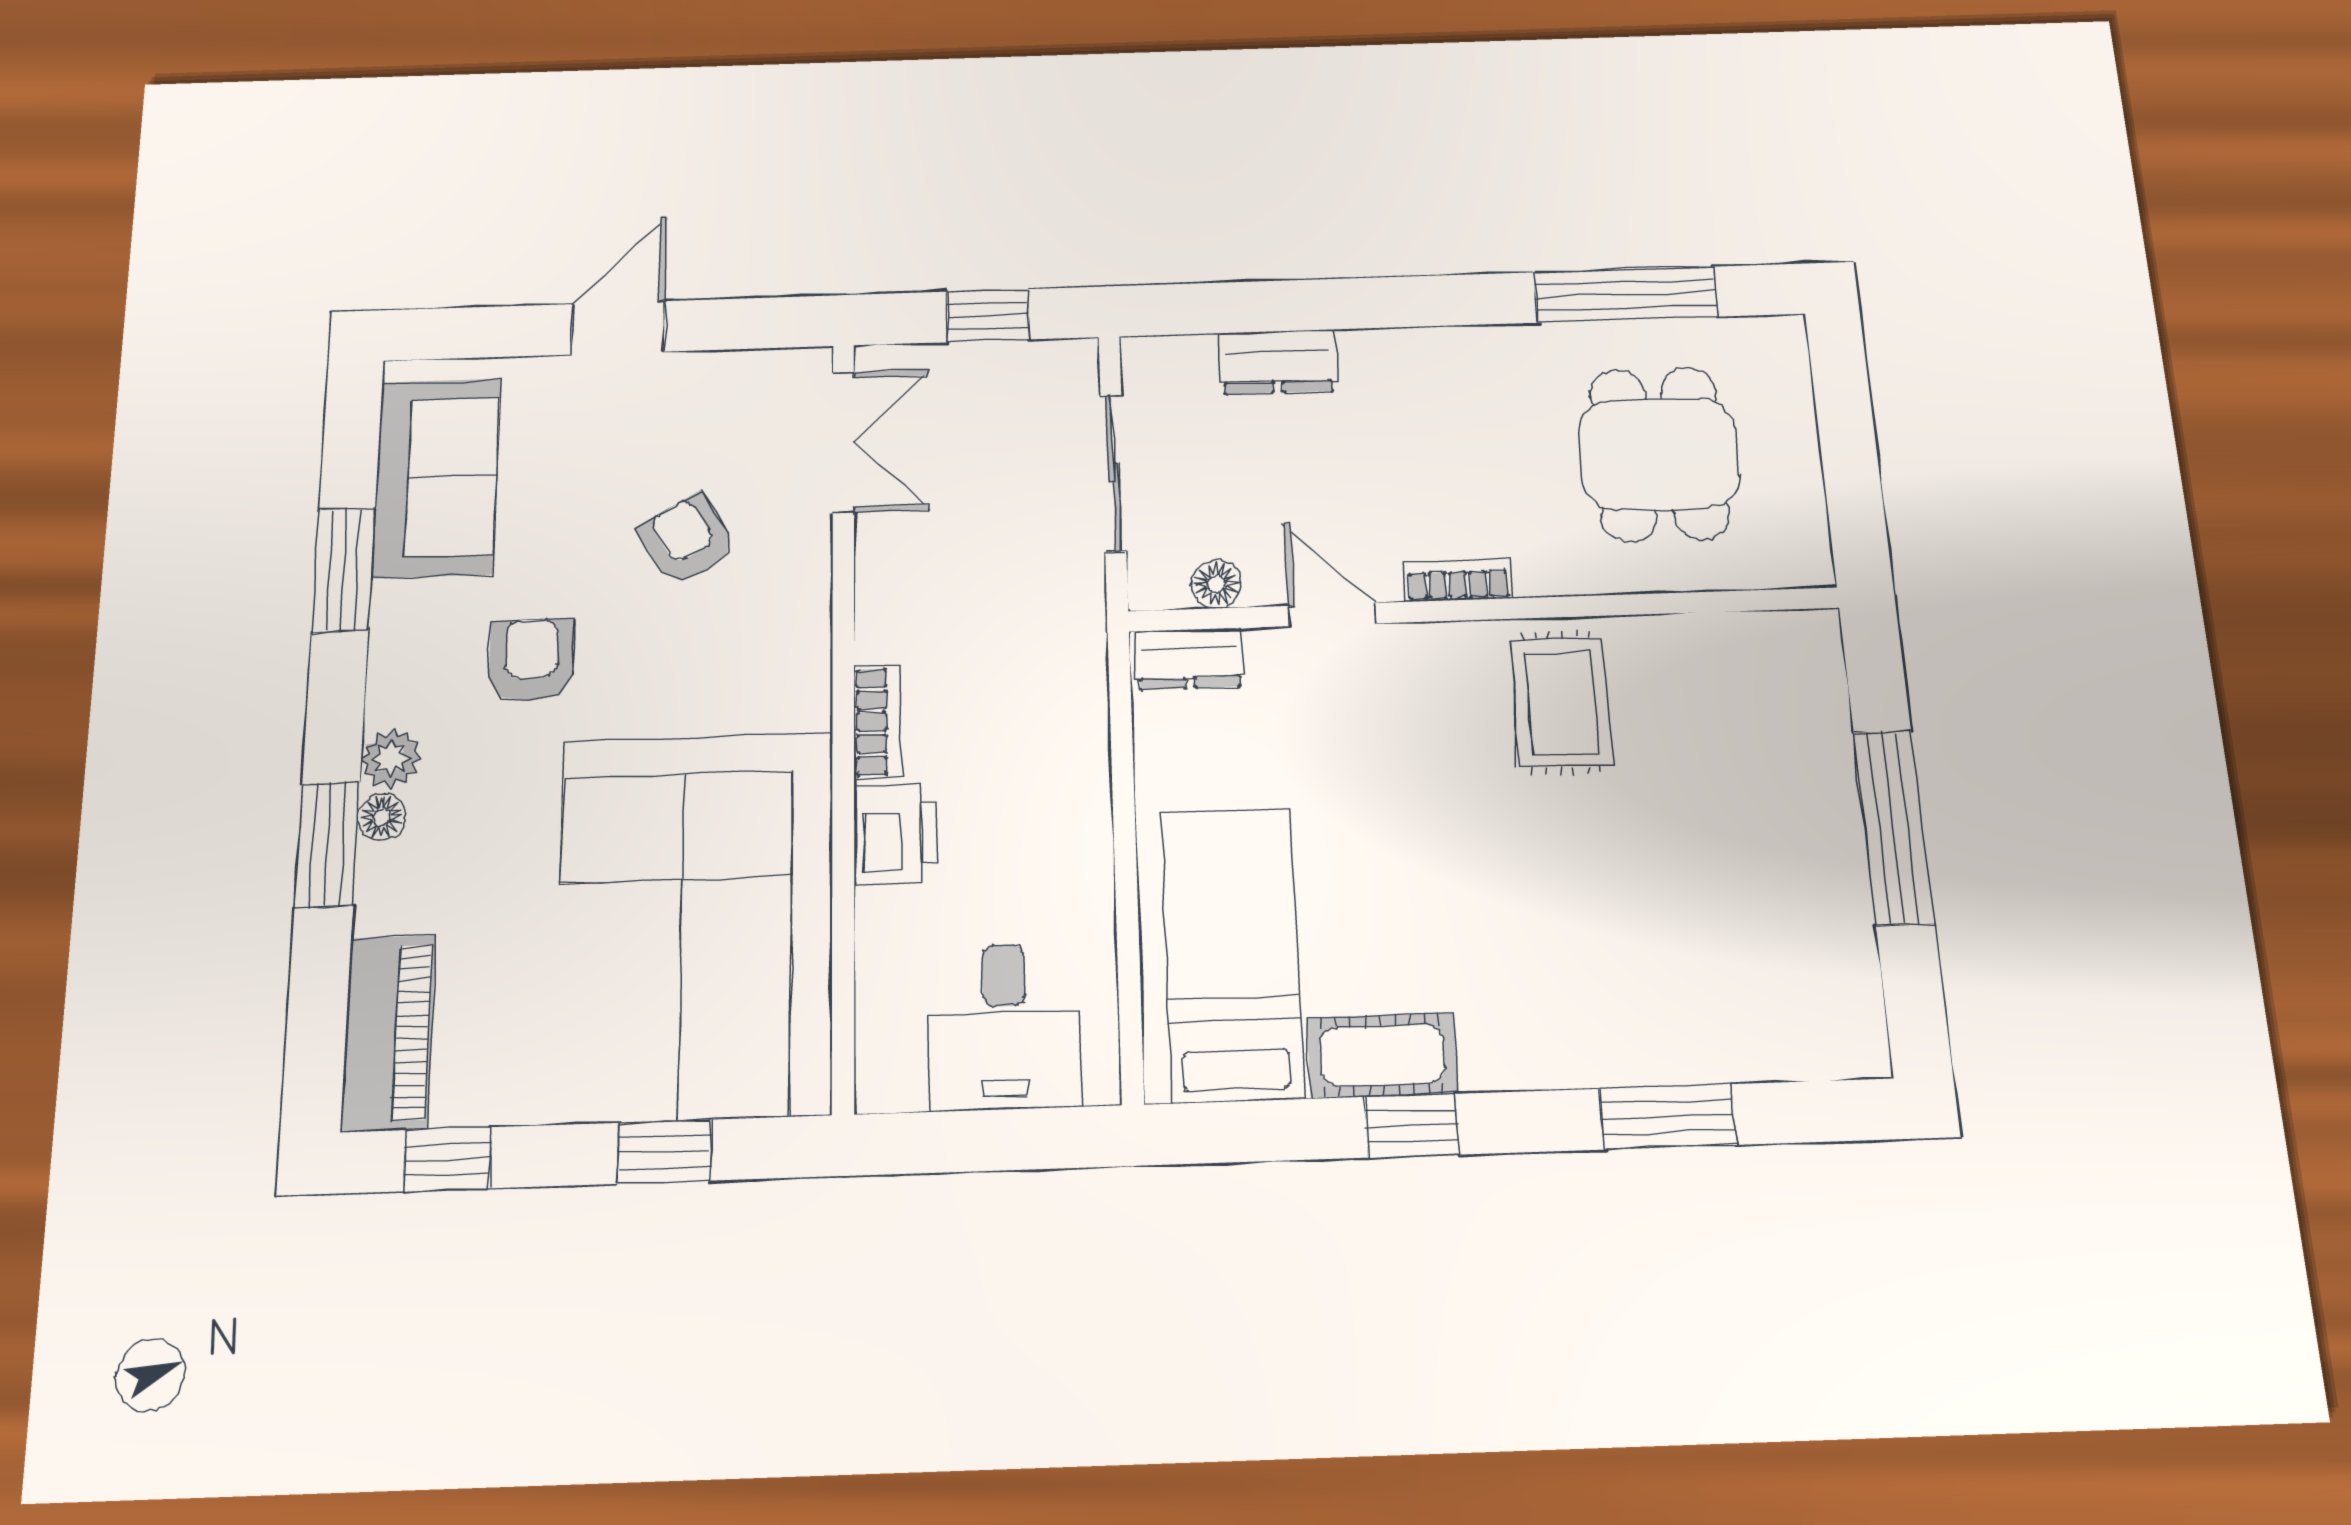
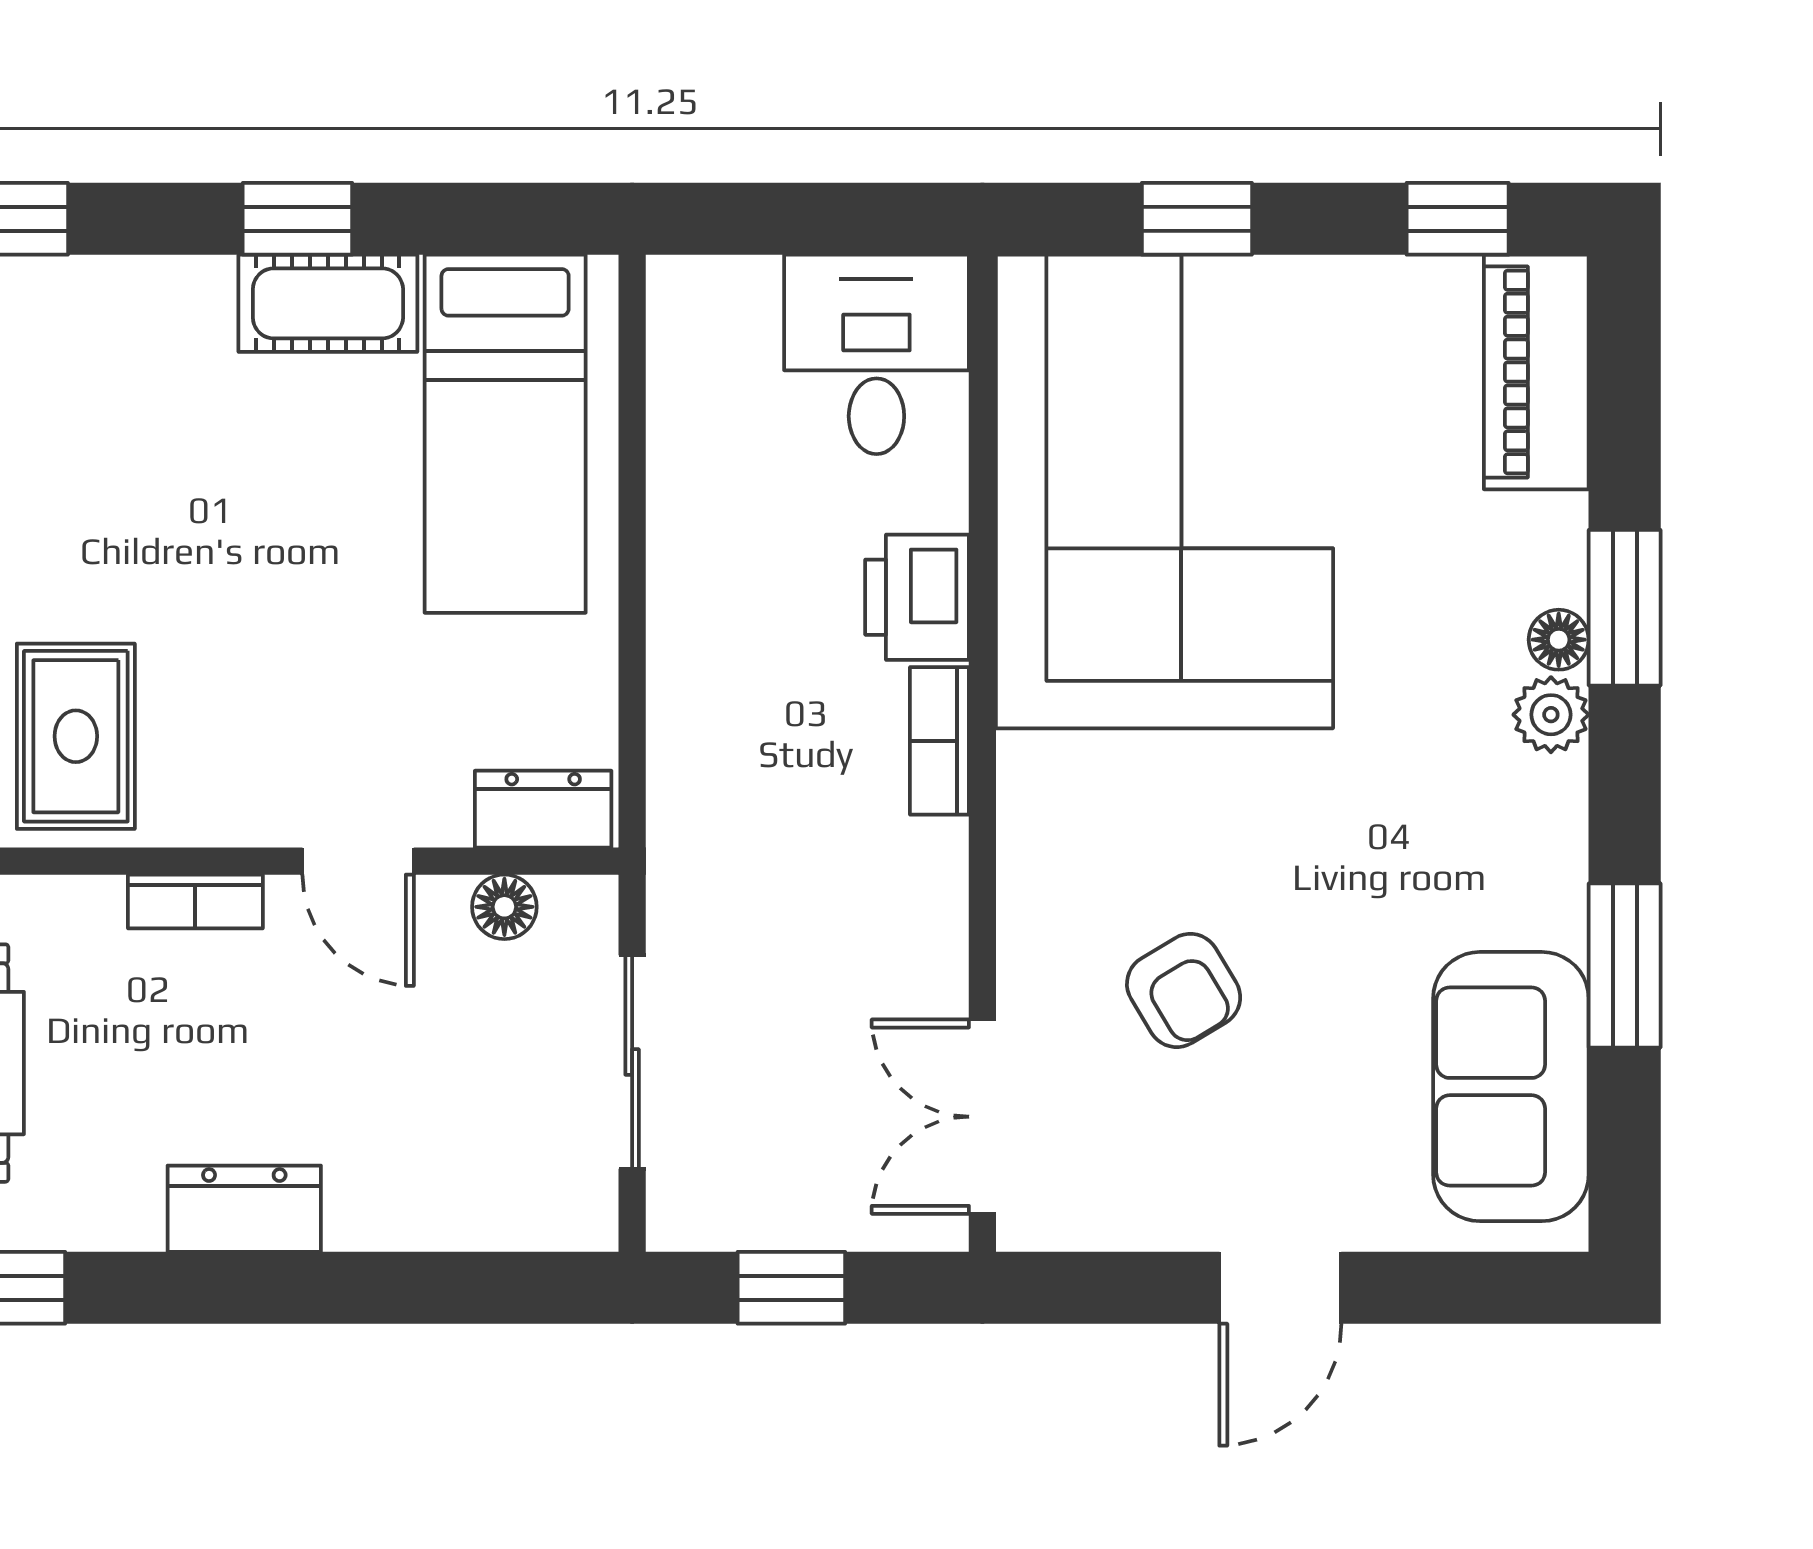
dresser: (1277, 362) -> (244, 1209), moved
armchair: (531, 660) -> (1379, 836), removed
desk: (1004, 1026) -> (876, 354), moved

